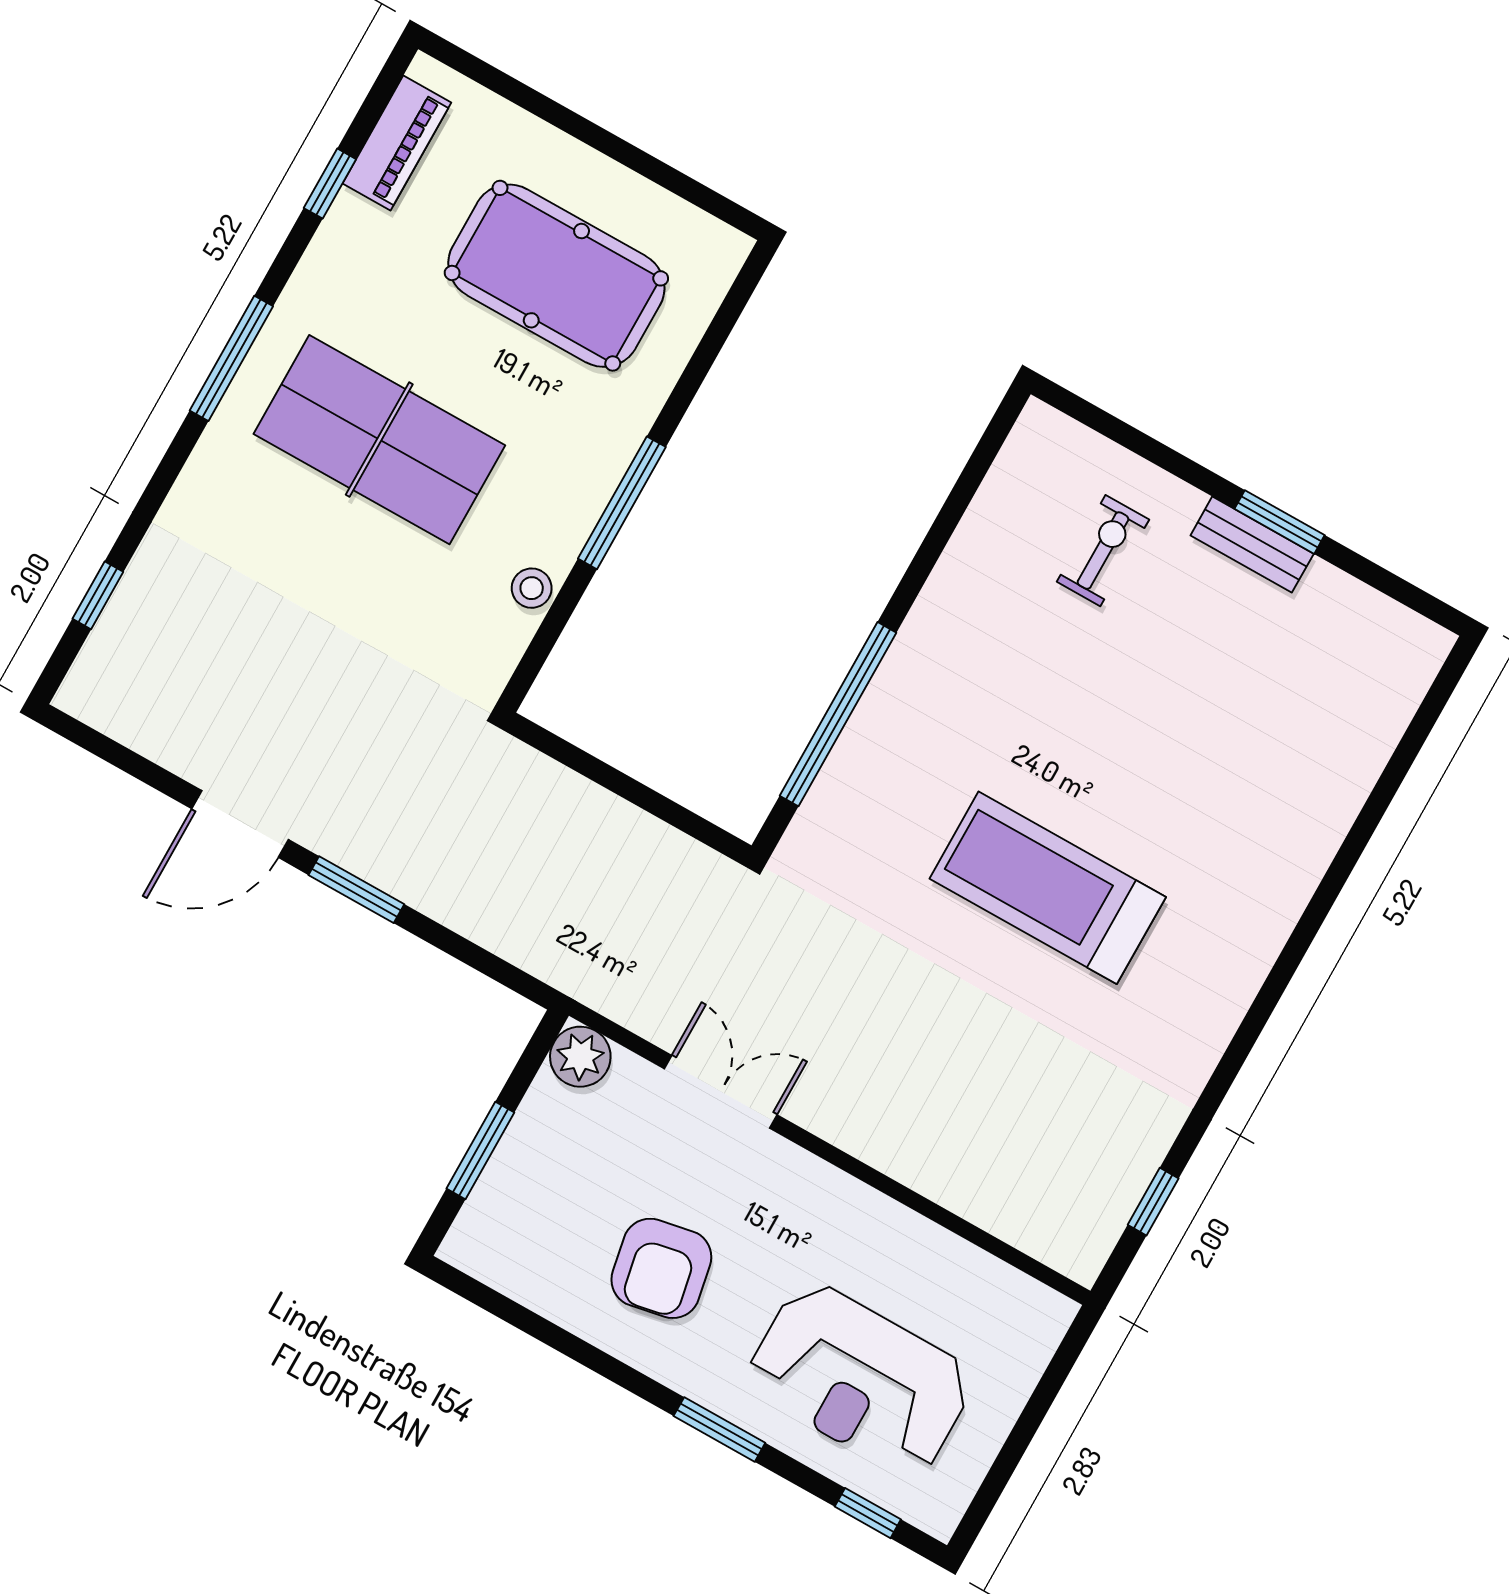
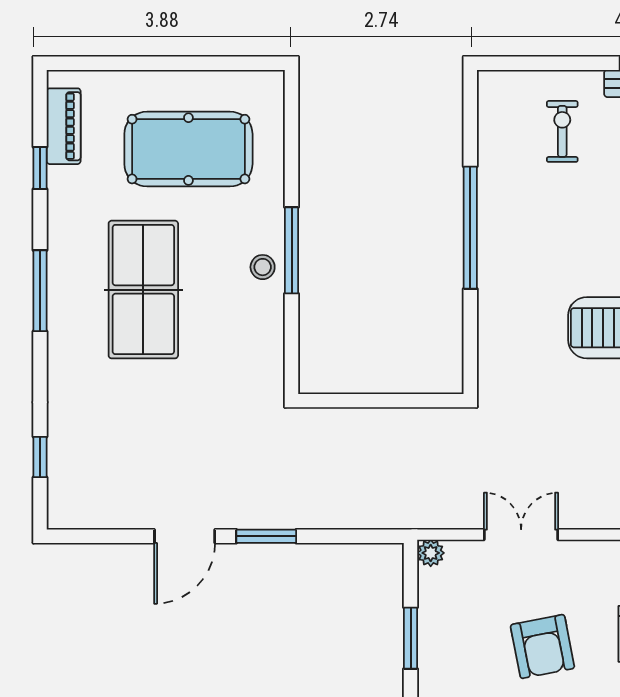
table tennis table: (379, 440) -> (143, 290), turned 90
stool: (532, 588) -> (263, 267), moved
window: (838, 714) -> (470, 228), moved
plant: (580, 1057) -> (431, 553), width x0.73, depth x0.73

